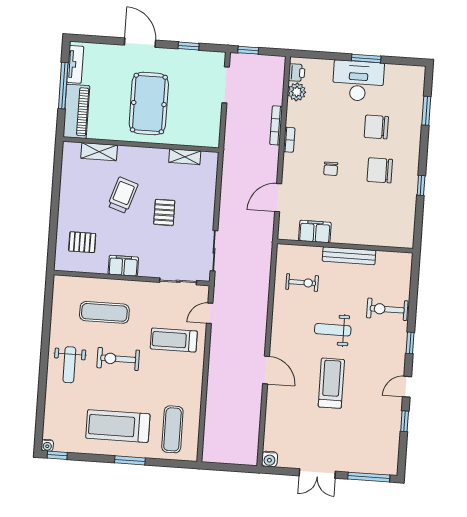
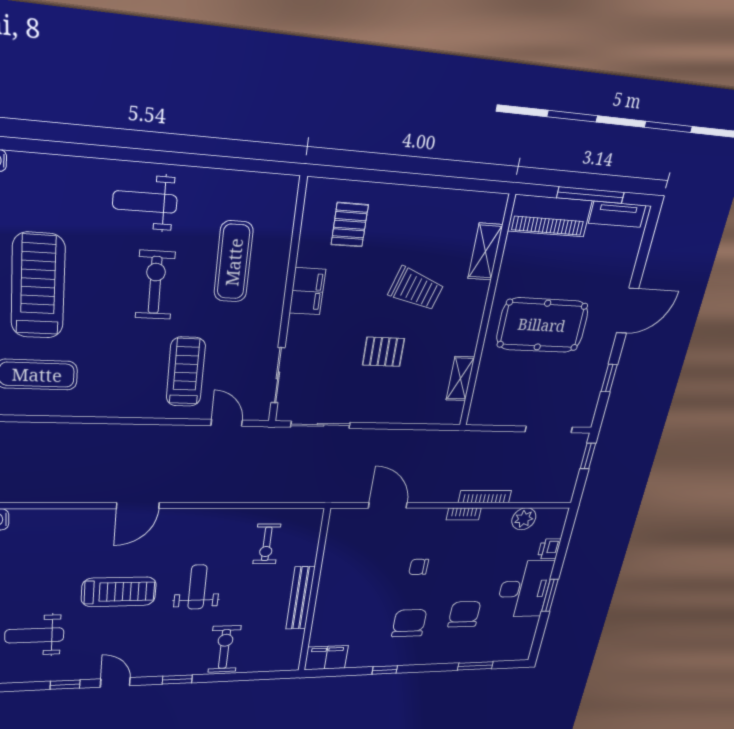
printer: (297, 73) -> (549, 549), moved, turned 90
filing cabinet: (315, 232) -> (326, 658), moved, turned -90
weight bench: (361, 440) -> (34, 635), added

